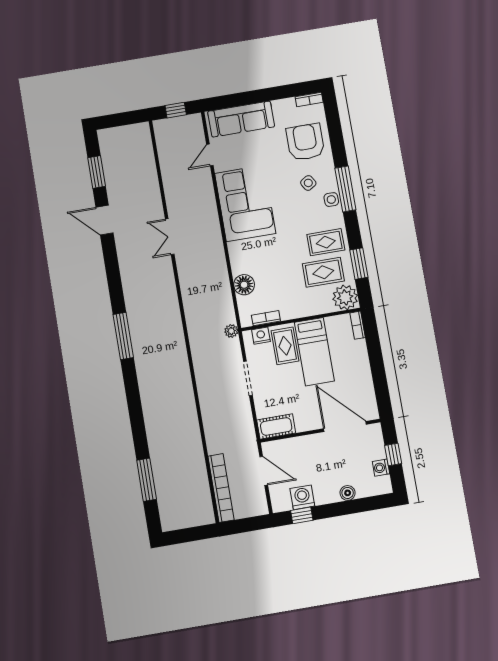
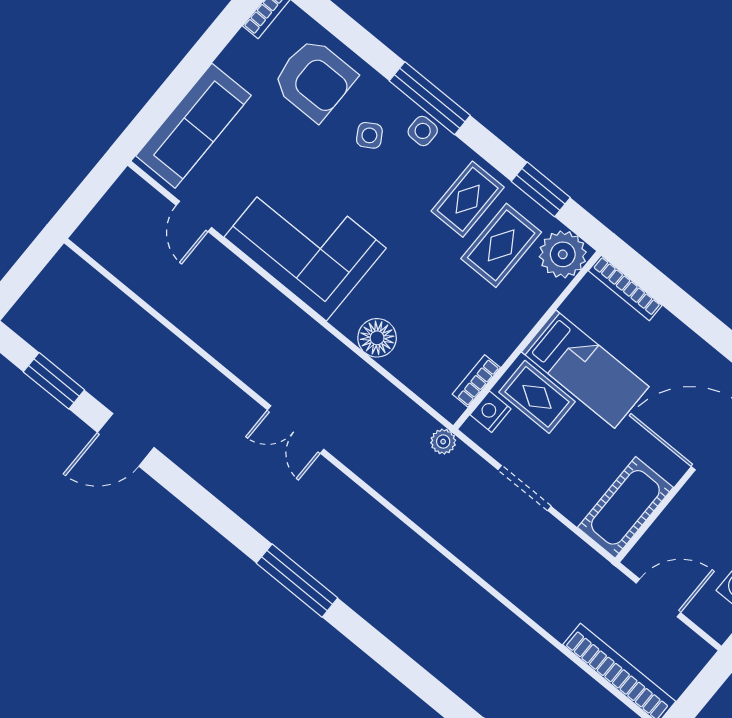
window: (176, 110) -> (88, 194), removed
armchair: (305, 142) -> (314, 80), turned 180
double door: (170, 237) -> (296, 430), moved
floor lamp: (244, 285) -> (377, 338), moved
bookcase: (358, 325) -> (625, 288), width x1.56
cot: (276, 427) -> (625, 507), width x1.37, depth x1.34

